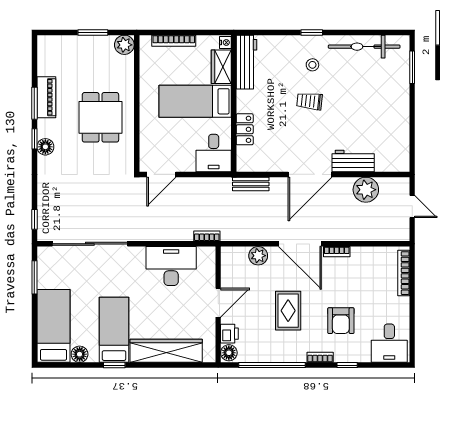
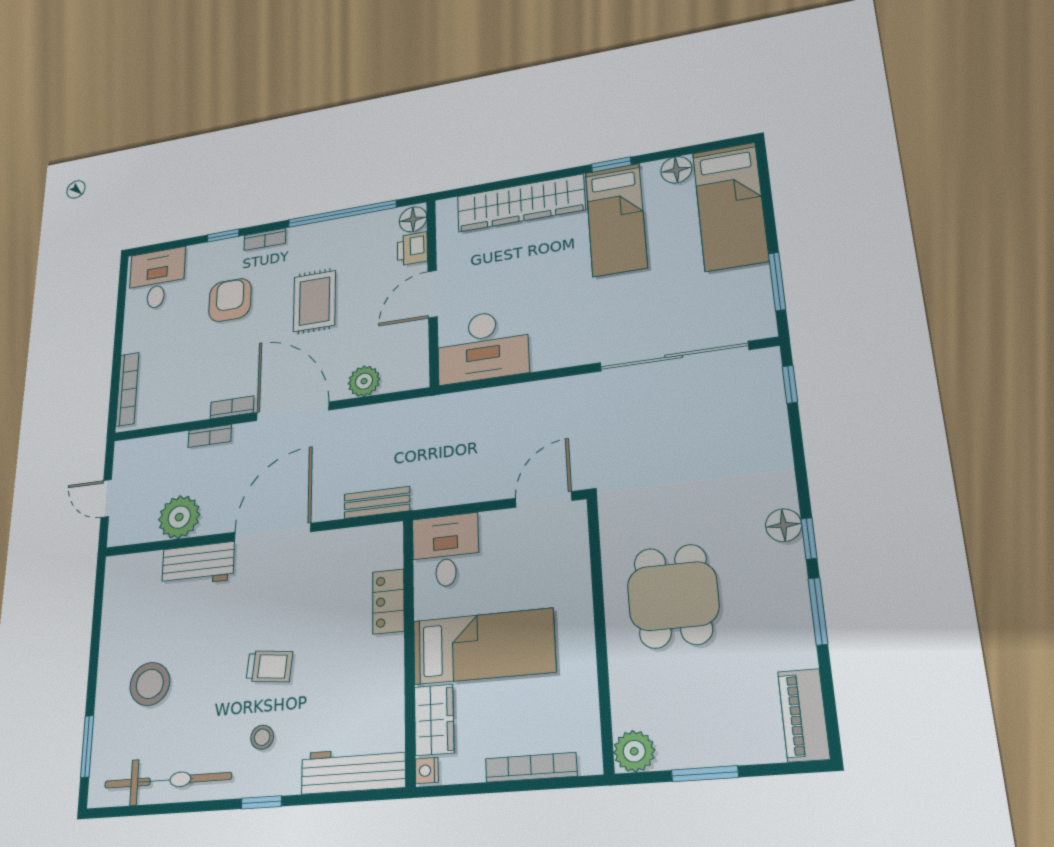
workbench: (246, 62) -> (353, 770), moved, turned 90
piano: (46, 97) -> (804, 715), moved
stool: (378, 98) -> (150, 684), added
bookcase: (207, 236) -> (210, 436), moved
desk: (171, 266) -> (483, 346), moved

